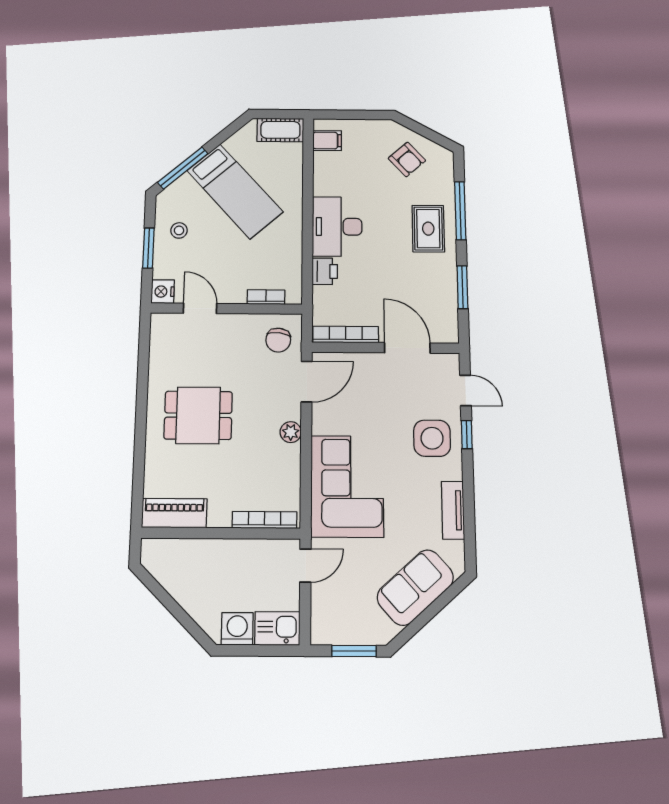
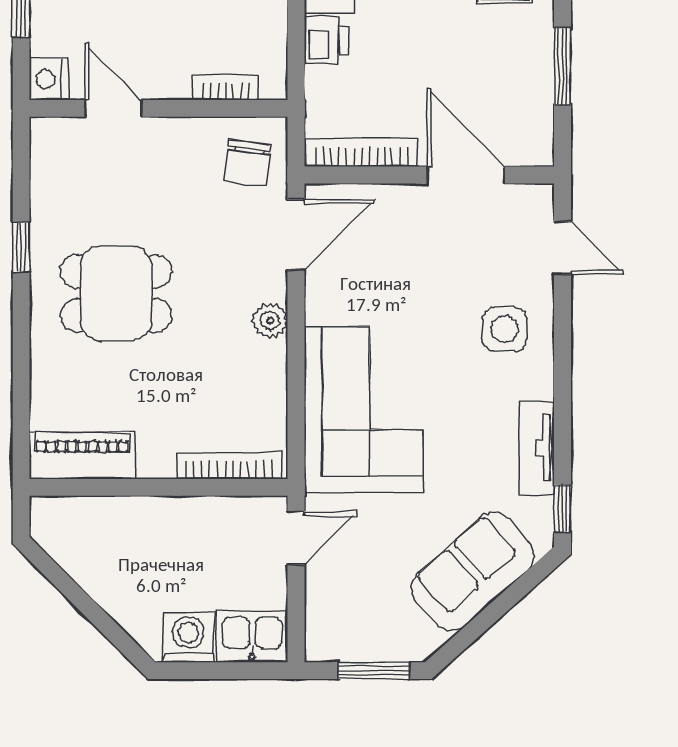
window: (142, 388) -> (21, 247), added
window: (467, 435) -> (563, 508), moved
side table: (432, 438) -> (505, 329), width x0.73, depth x0.73

